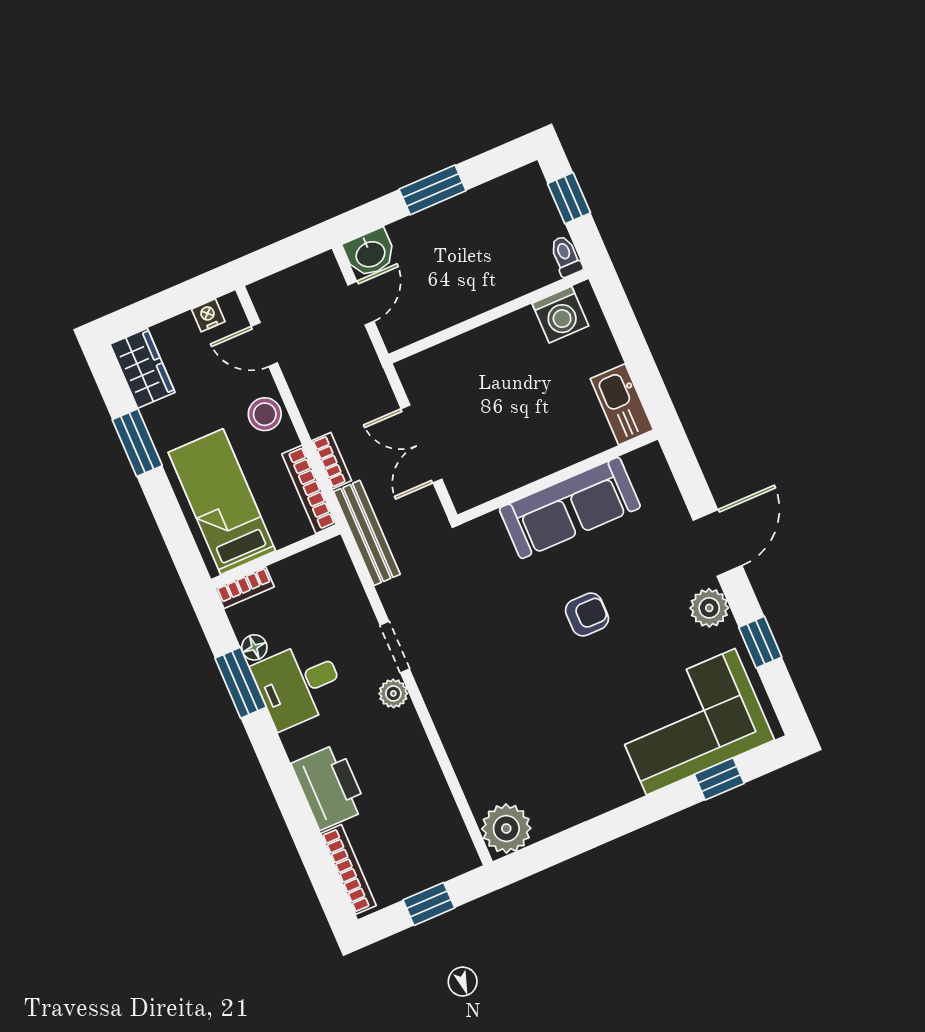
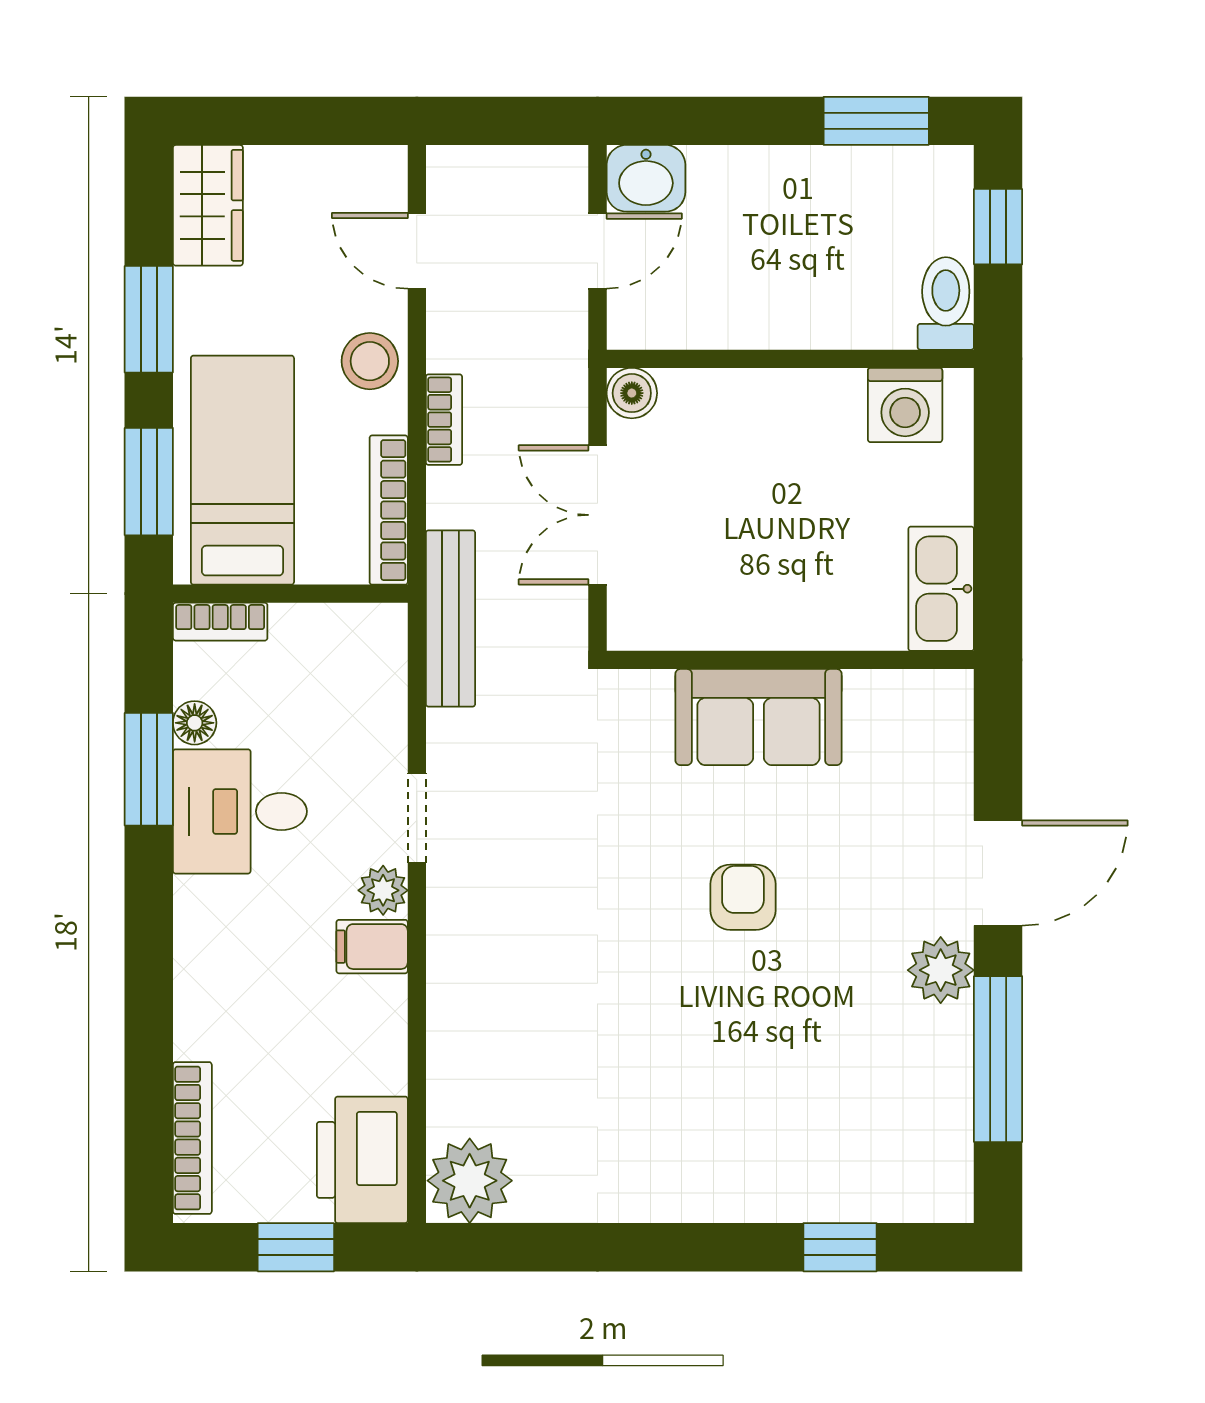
window: (433, 190) -> (876, 121), moved
toilet: (566, 256) -> (946, 303), width x1.37, depth x1.39
nightstand: (208, 315) -> (348, 166), removed
boiler: (412, 371) -> (632, 393), added
bookcase: (332, 461) -> (444, 420), moved
sofa: (570, 508) -> (758, 717), width x0.73
window: (174, 529) -> (149, 482), added
armchair: (587, 614) -> (743, 897), turned -90
window: (760, 642) -> (998, 1059), width x2.17
corner sofa: (691, 722) -> (834, 1137), removed
filing cabinet: (400, 726) -> (372, 947), added
printer: (329, 787) -> (362, 1160), moved, turned 180

